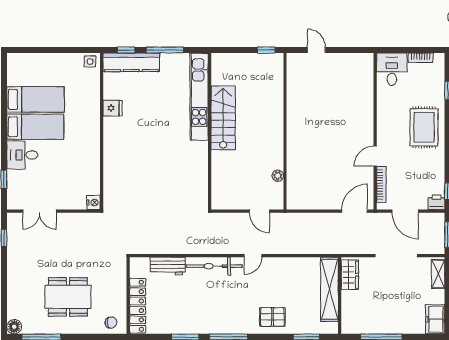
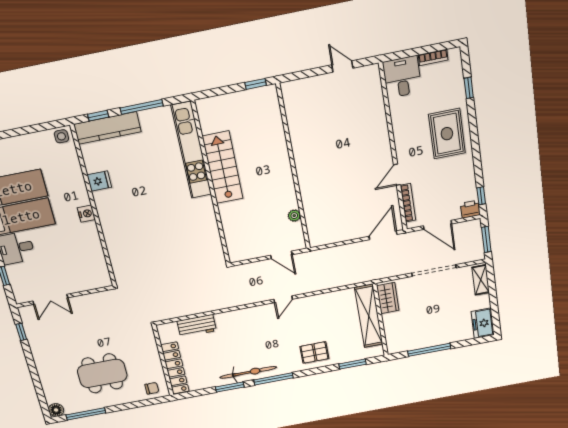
door: (316, 50) -> (342, 66), moved
nightstand: (93, 202) -> (86, 214), moved
bicycle: (214, 266) -> (248, 372), moved, turned 180

